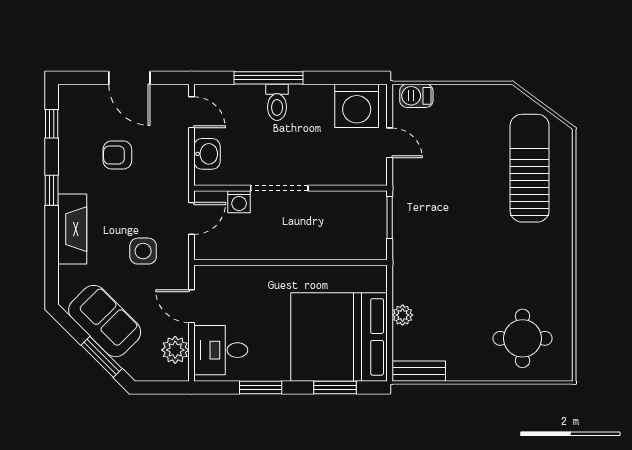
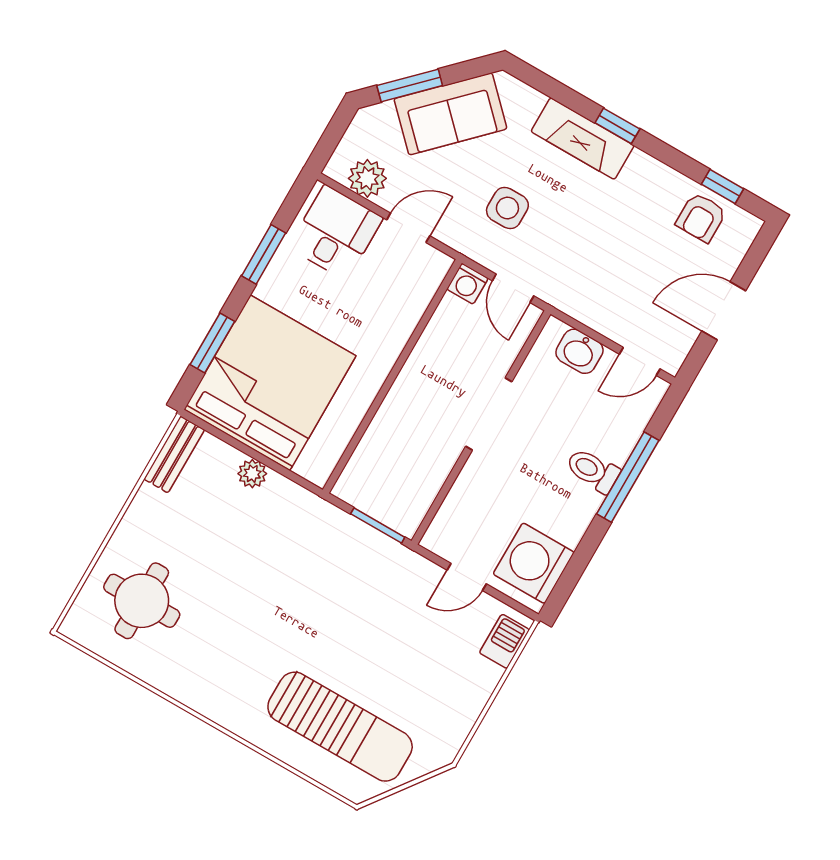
armchair: (117, 155) -> (701, 217), moved, turned 180
window: (52, 190) -> (617, 126), moved
washing machine: (239, 202) -> (467, 284), moved, turned -90

